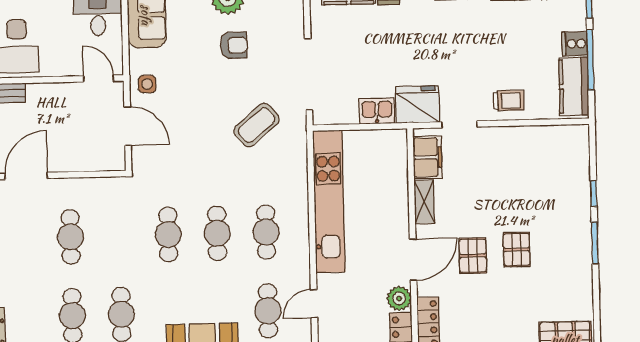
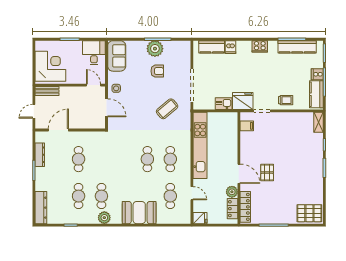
filing cabinet: (427, 157) -> (247, 126), width x0.50
shelving: (424, 202) -> (319, 122), moved
cafe table: (168, 234) -> (124, 159), removed
pallet: (517, 250) -> (288, 170), removed
door: (413, 260) -> (239, 174), hinge flipped
door: (314, 304) -> (192, 193), swing flipped

